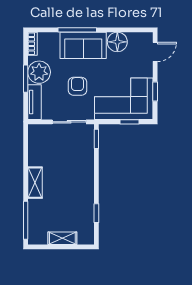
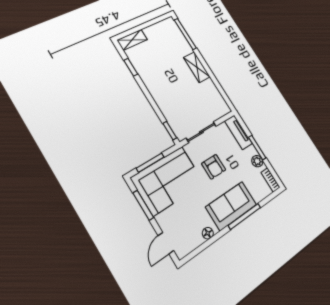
floor lamp: (117, 42) -> (208, 233), width x0.53, depth x0.53
plant: (39, 72) -> (257, 161), width x0.53, depth x0.53
window: (155, 92) -> (143, 205), width x1.50
window: (129, 122) -> (150, 163), width x1.50
shelving: (62, 238) -> (132, 40), moved

